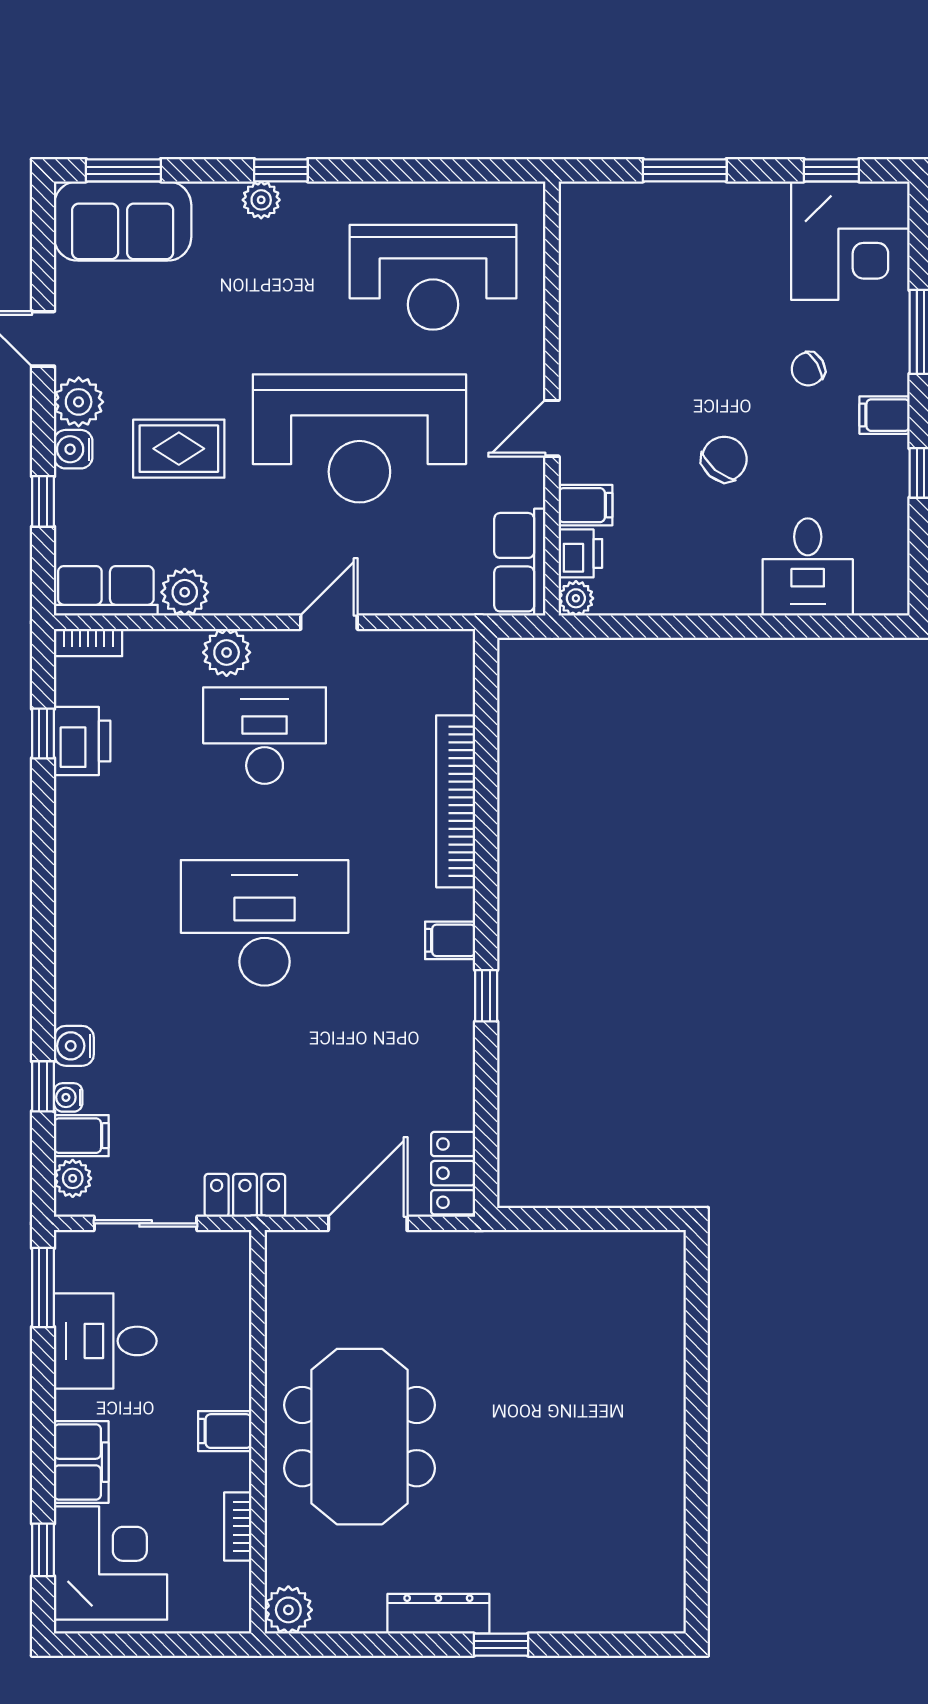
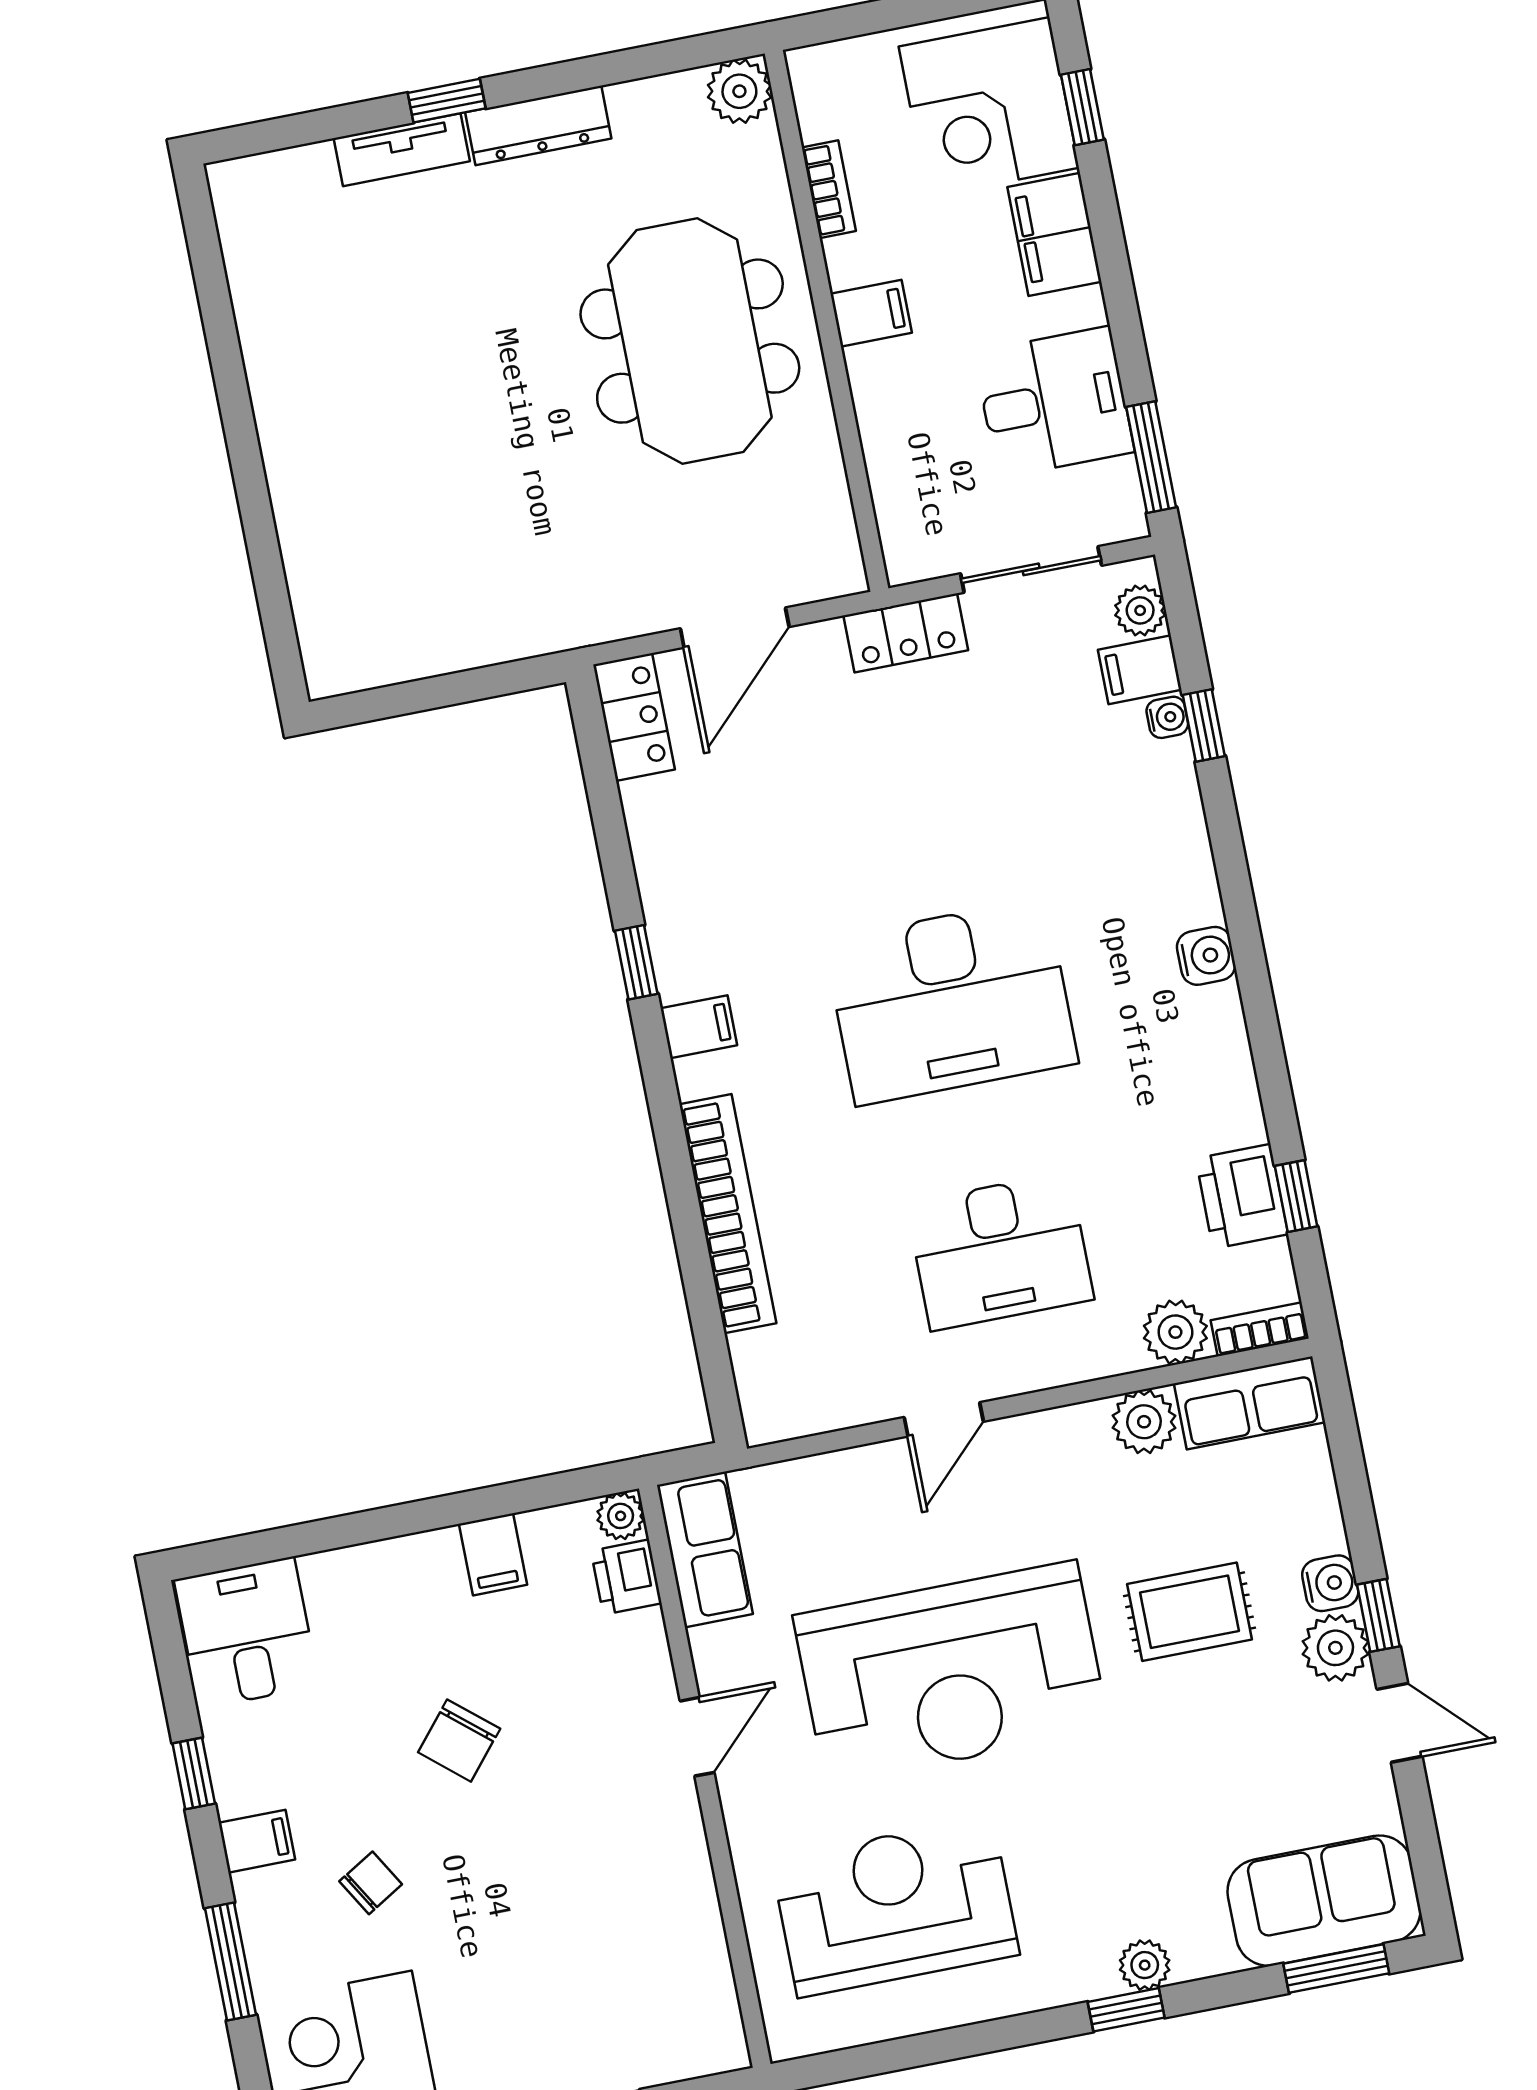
reception desk: (359, 438) -> (951, 1673), turned 180
window: (43, 501) -> (1378, 1615), moved
filing cabinet: (585, 505) -> (493, 1554), moved, turned -90
desk: (808, 567) -> (247, 1633), moved
plant: (227, 652) -> (1175, 1332), moved
water cooler: (74, 1046) -> (1206, 956), moved
tv unit: (540, 1616) -> (402, 150), added

